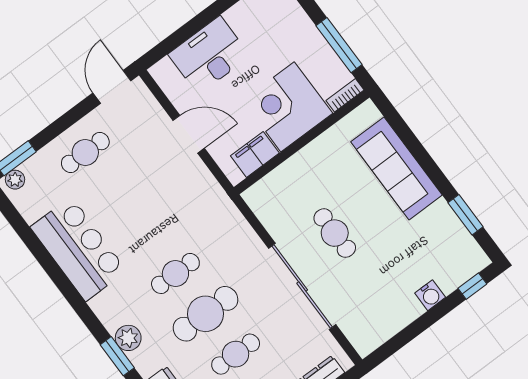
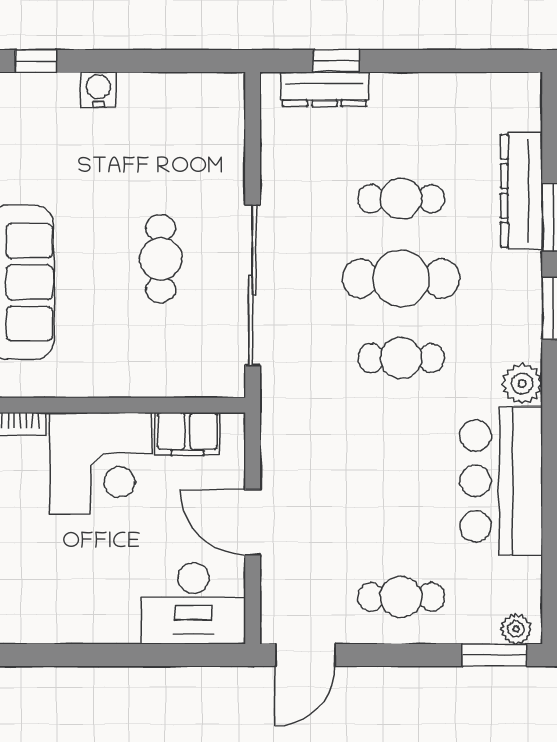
desk: (209, 55) -> (193, 603), moved
sliding door: (302, 287) -> (253, 285), moved
plant: (128, 338) -> (522, 384), moved

